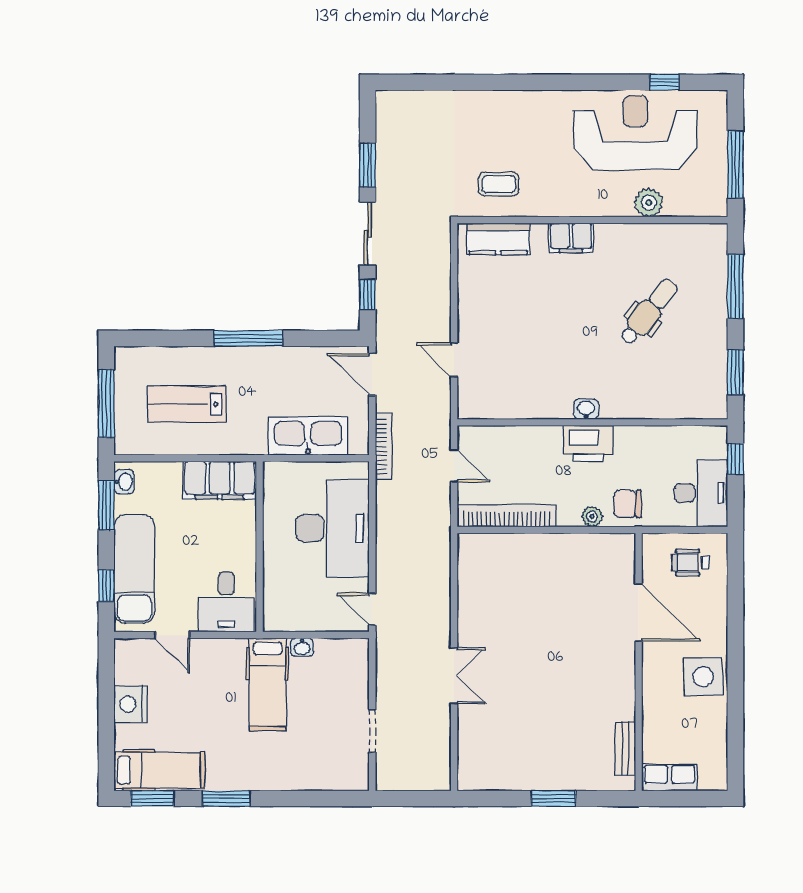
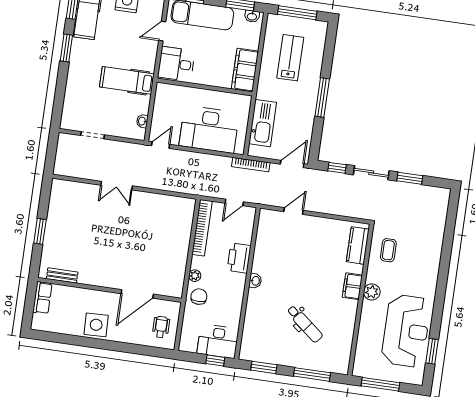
window: (665, 82) -> (432, 351), width x1.50
plant: (649, 202) -> (372, 292), moved
printer: (588, 443) -> (239, 258), moved
desk: (701, 493) -> (218, 341), moved
washbasin: (302, 647) -> (142, 121), moved

